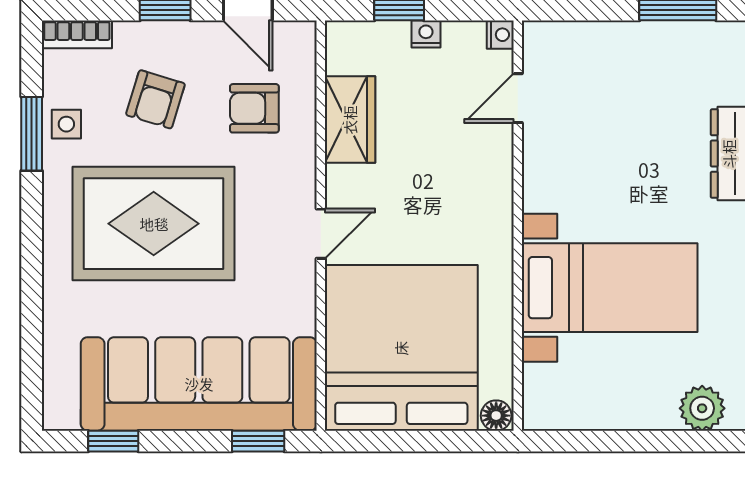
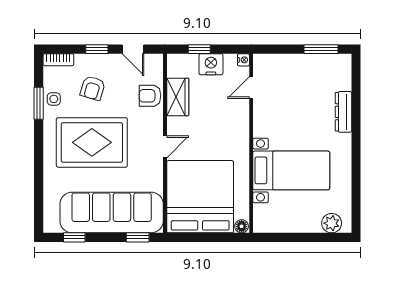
nightstand: (426, 34) -> (211, 64), width x1.89, depth x1.79
armchair: (254, 108) -> (150, 96), moved

